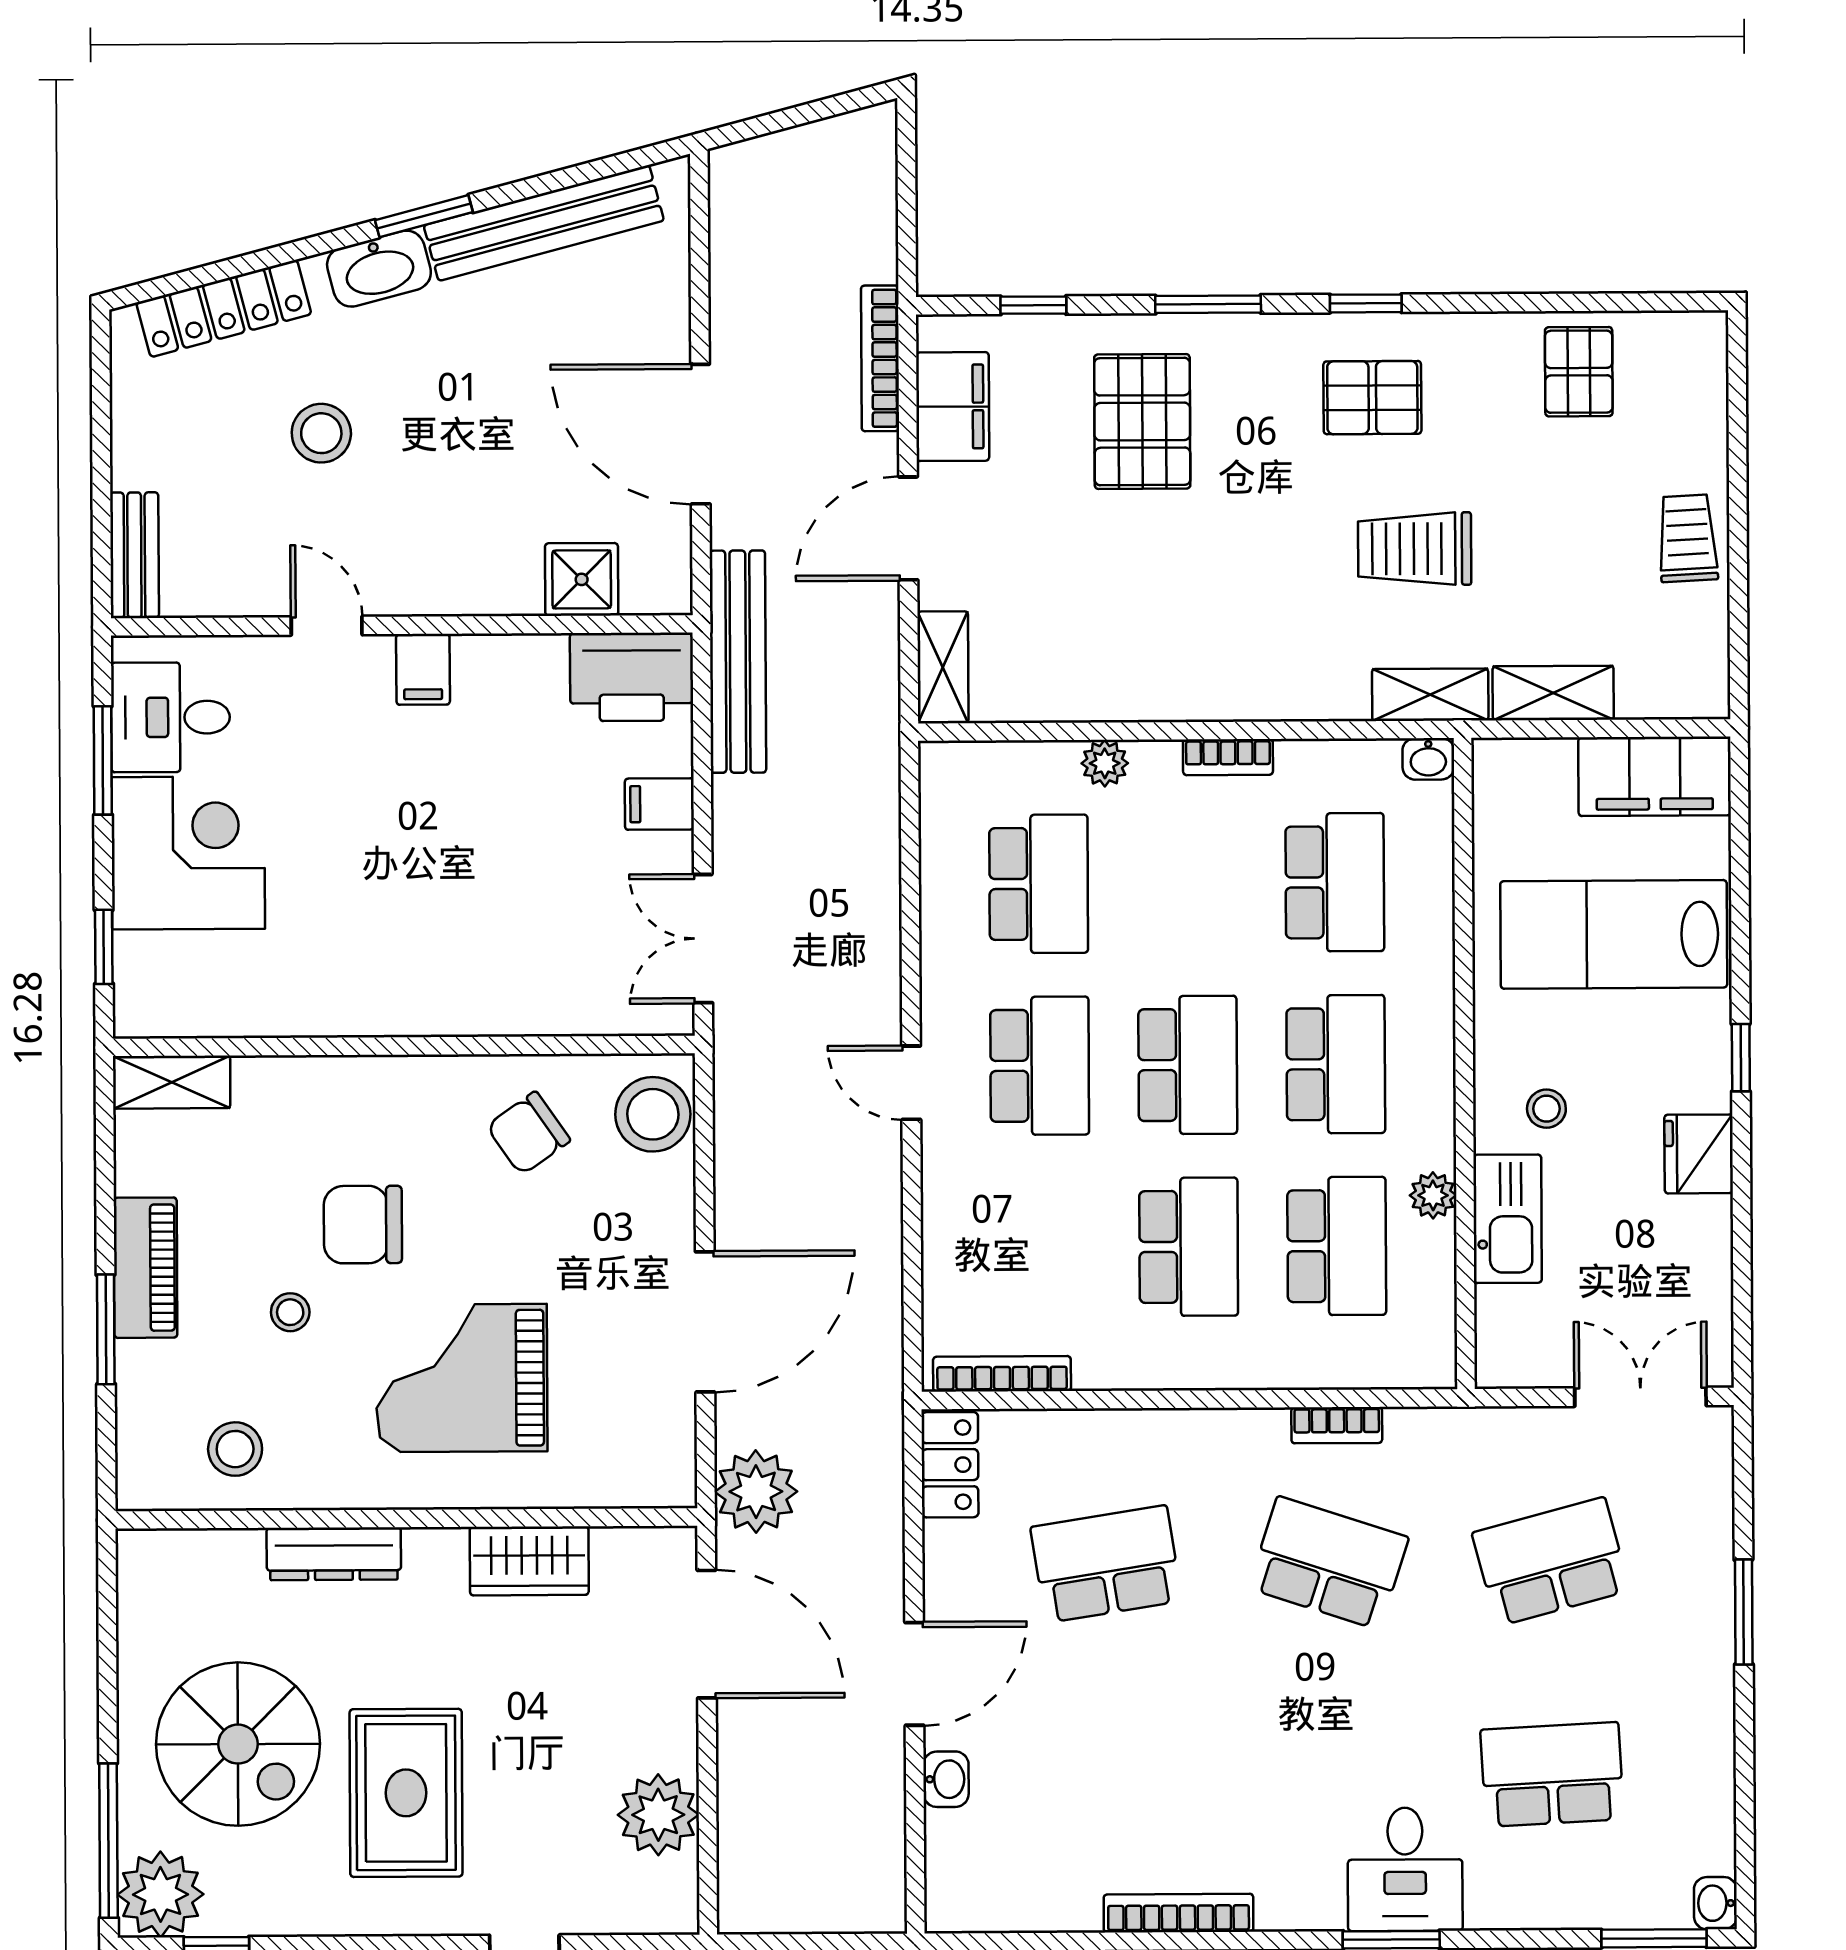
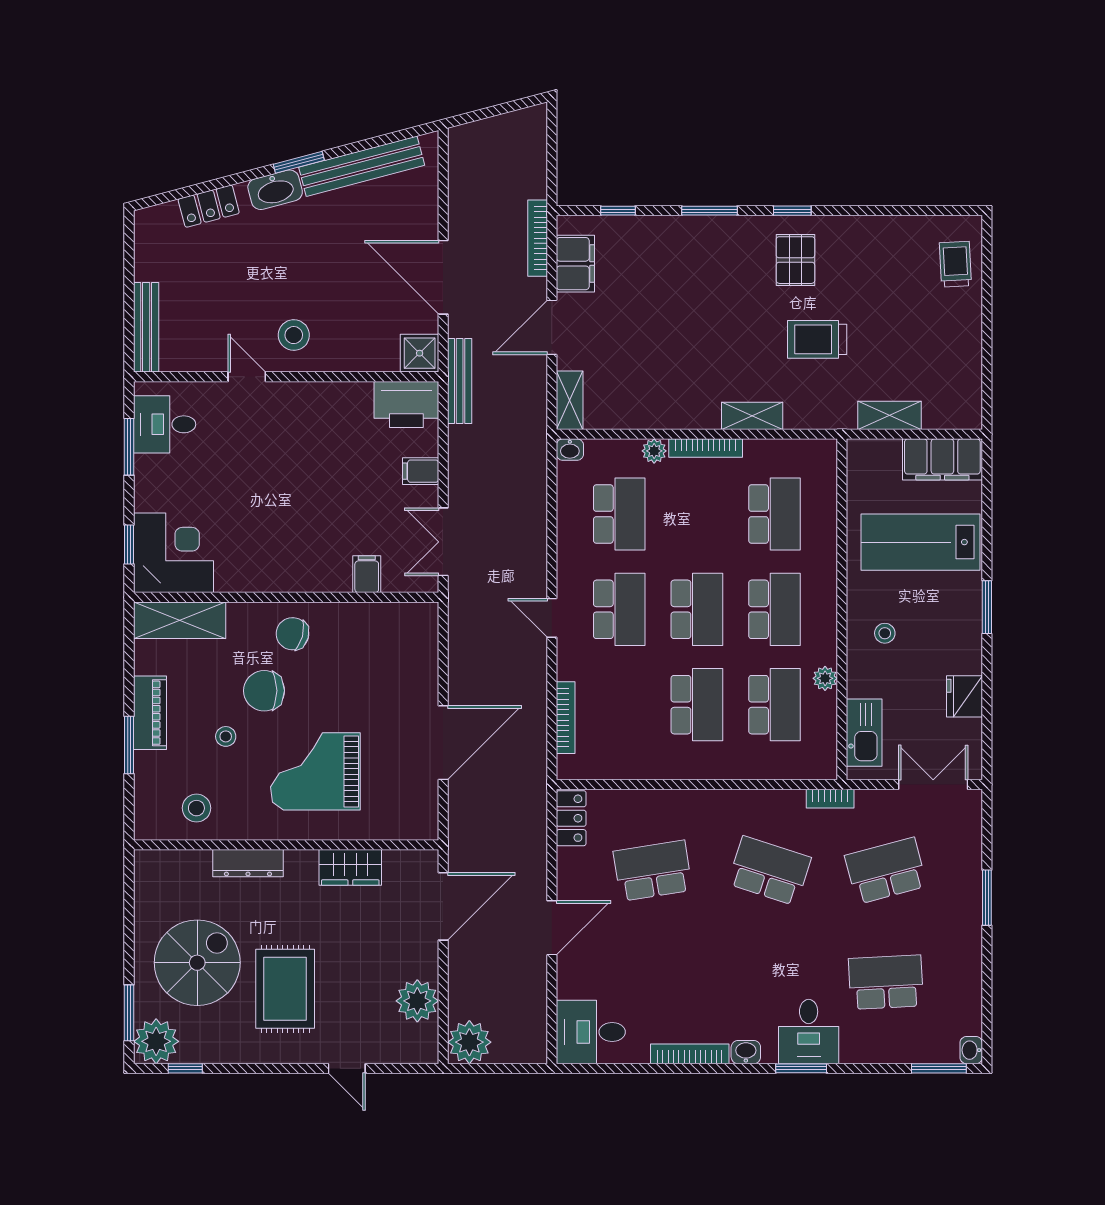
locker: (224, 308) -> (209, 206), width x0.66
pallet: (1579, 372) -> (904, 247), removed
pallet: (1372, 398) -> (795, 260), turned 90
pallet: (1142, 422) -> (675, 272), removed
stool: (321, 433) -> (294, 335), moved
trolley: (1687, 538) -> (955, 264), moved
bench: (134, 555) -> (146, 327), width x1.36
shower: (582, 579) -> (420, 353), moved
bench: (738, 662) -> (460, 381), width x0.73, depth x0.82
filing cabinet: (423, 669) -> (367, 574), moved, turned 180
shelving: (1430, 695) -> (752, 416), moved
bookcase: (1228, 757) -> (706, 448), width x1.56
washbasin: (1428, 759) -> (570, 450), moved
corner desk: (188, 853) -> (174, 553), moved
window: (1741, 1058) -> (987, 607), width x1.50
shelving: (172, 1082) -> (180, 620), width x1.50, depth x1.33
stool: (653, 1114) -> (416, 634), removed
chair: (528, 1133) -> (293, 634), moved, turned 50
fridge: (1699, 1154) -> (964, 696), moved
kitchen sink: (1508, 1219) -> (864, 733), moved
bookcase: (1002, 1374) -> (566, 718), moved, turned 90
bookcase: (1337, 1425) -> (830, 799), moved
plant: (756, 1492) -> (469, 1042), moved
door: (707, 1634) -> (443, 906), hinge flipped
spiral stairs: (238, 1744) -> (197, 963), turned -90
washbasin: (946, 1779) -> (746, 1052), moved, turned -90
window: (108, 1841) -> (129, 1013), width x0.69
desk: (990, 1872) -> (591, 1032), added

